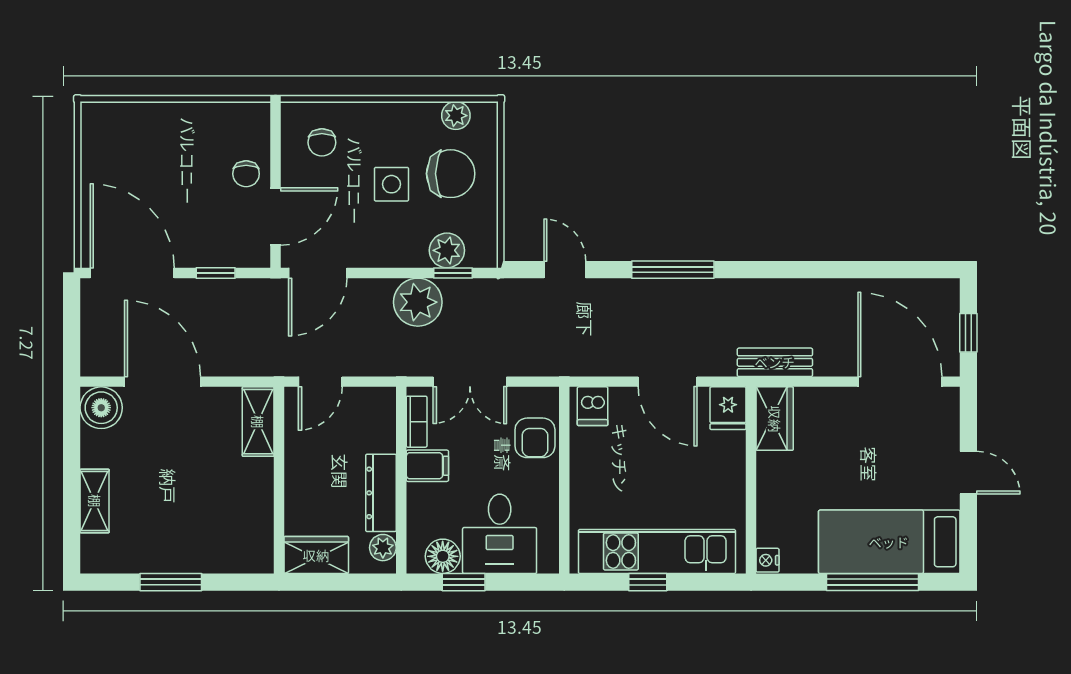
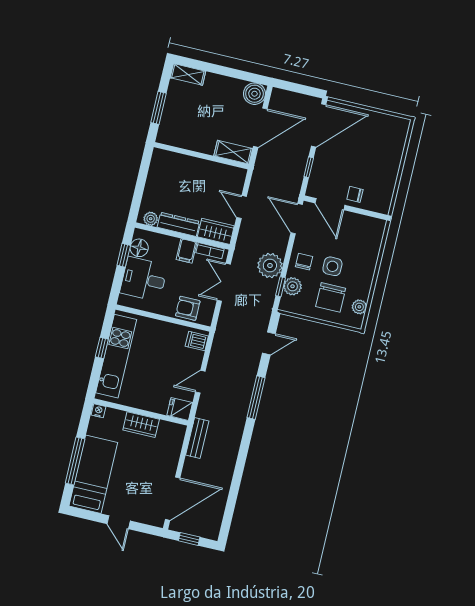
chair: (322, 142) -> (304, 262), moved, turned 90
door: (668, 382) -> (200, 382), width x0.73
wardrobe: (775, 419) -> (141, 425), moved
shelving: (258, 422) -> (233, 152), moved
door: (968, 473) -> (119, 522), hinge flipped
wall: (279, 480) -> (201, 156), moved
shelving: (95, 501) -> (188, 74), moved
wardrobe: (316, 555) -> (216, 231), moved, turned -90

